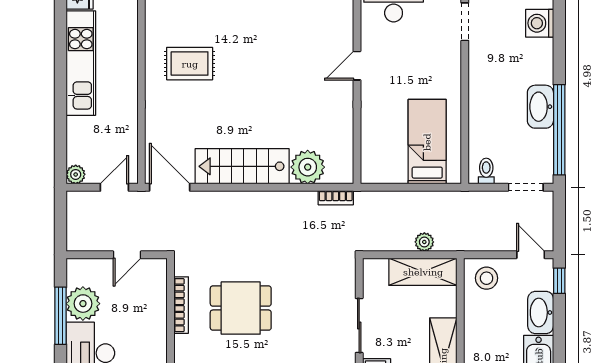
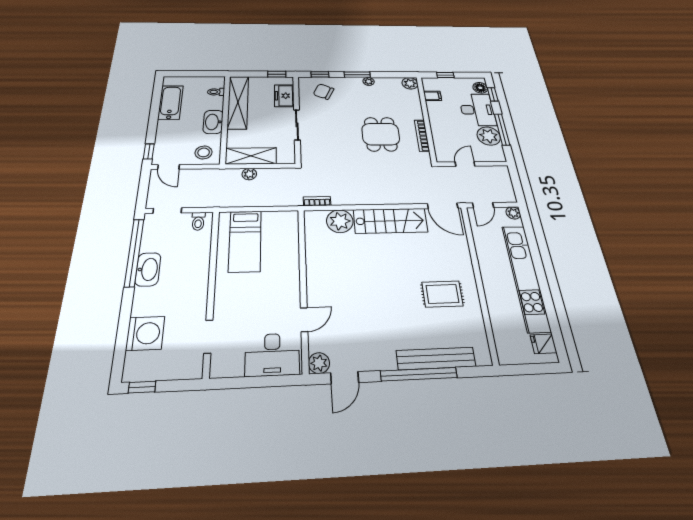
washing machine: (540, 23) -> (145, 333), width x1.37, depth x1.37
kitchen unit: (81, 63) -> (526, 277), width x1.36
door: (357, 66) -> (304, 320), moved
dining table: (241, 308) -> (381, 134), turned 90
washbasin: (541, 312) -> (213, 122), moved, turned 180

